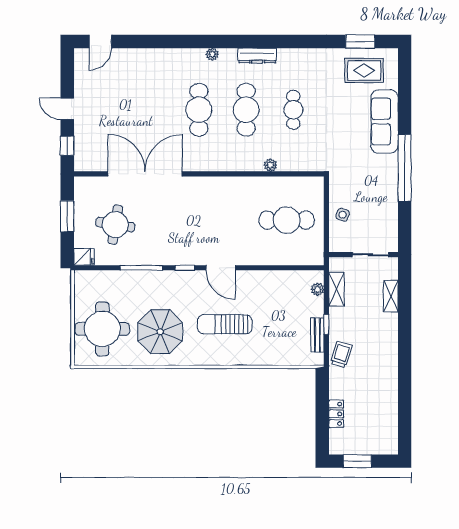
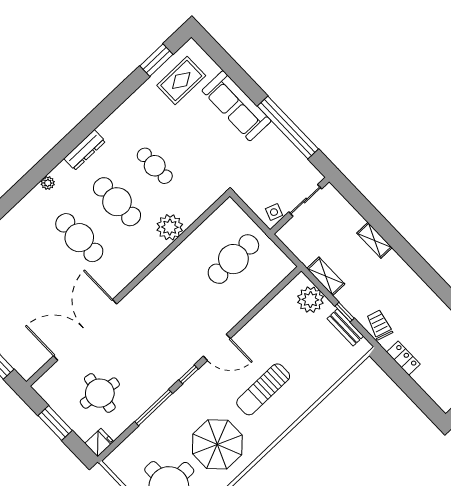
plant: (270, 165) -> (170, 227), width x1.88, depth x1.88
wall: (363, 255) -> (300, 206), moved
sliding door: (370, 255) -> (305, 200), moved
plant: (318, 289) -> (310, 300), width x1.87, depth x1.87
locker: (336, 414) -> (403, 358), moved

